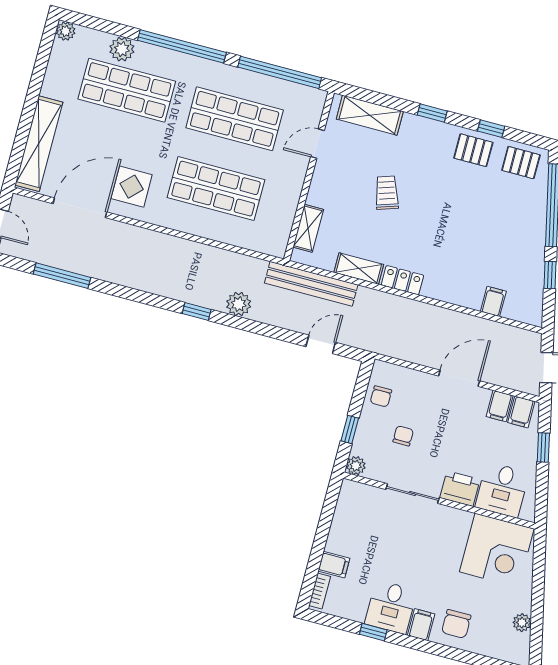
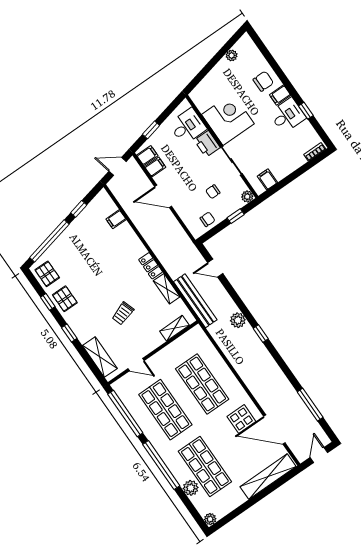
corner desk: (497, 550) -> (228, 119), moved
filing cabinet: (334, 565) -> (267, 179), moved

